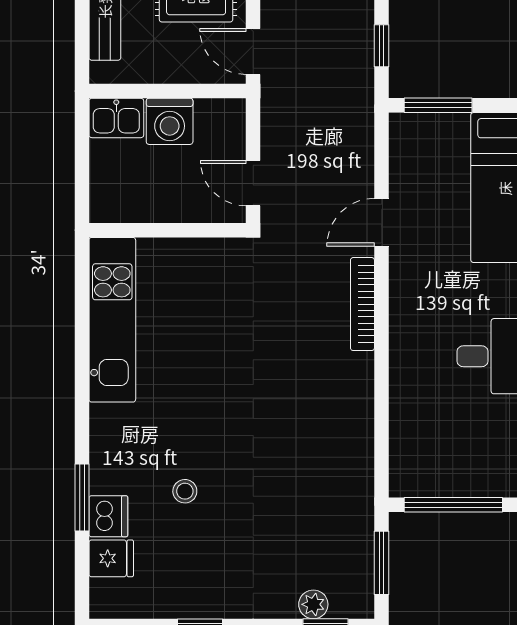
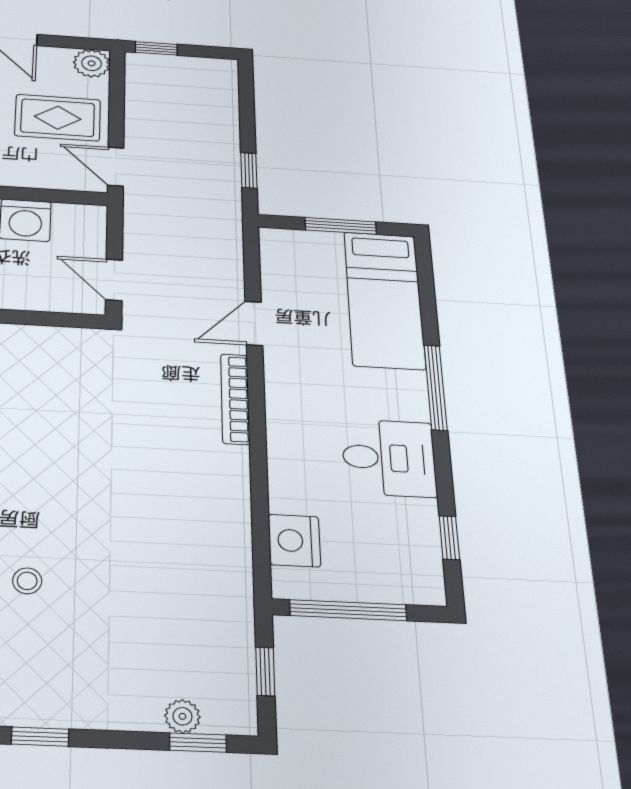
window: (438, 105) -> (341, 226), moved
nightstand: (410, 442) -> (294, 541), added
window: (382, 563) -> (265, 671), width x0.67

